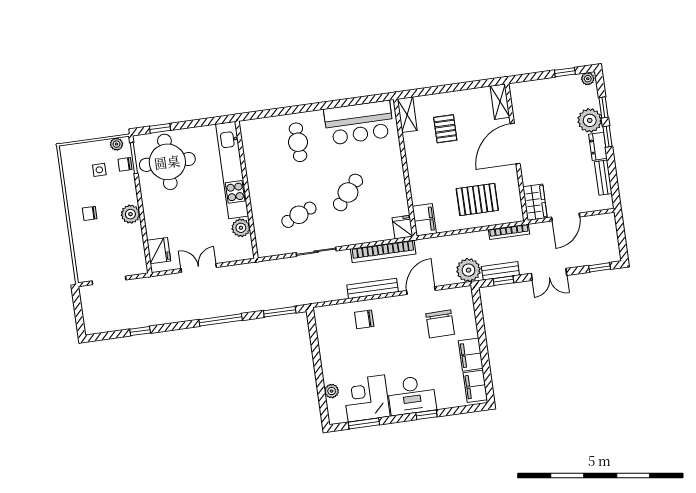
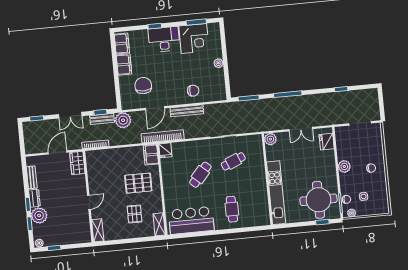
door: (515, 144) -> (89, 202), width x0.53
pallet: (477, 199) -> (138, 183), moved
plant: (241, 228) -> (270, 139), moved
bookcase: (383, 251) -> (163, 136), moved
double door: (549, 274) -> (70, 115), swing flipped
plant: (332, 391) -> (218, 63), moved

